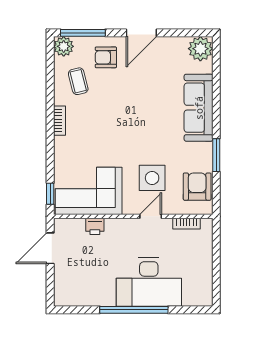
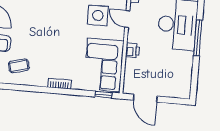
bookcase: (59, 121) -> (60, 84), moved
printer: (95, 226) -> (132, 50), moved
window: (134, 310) -> (198, 38), width x0.68

